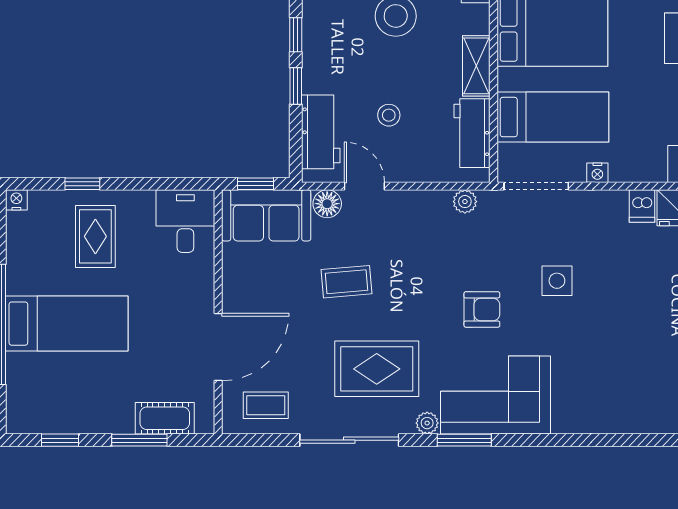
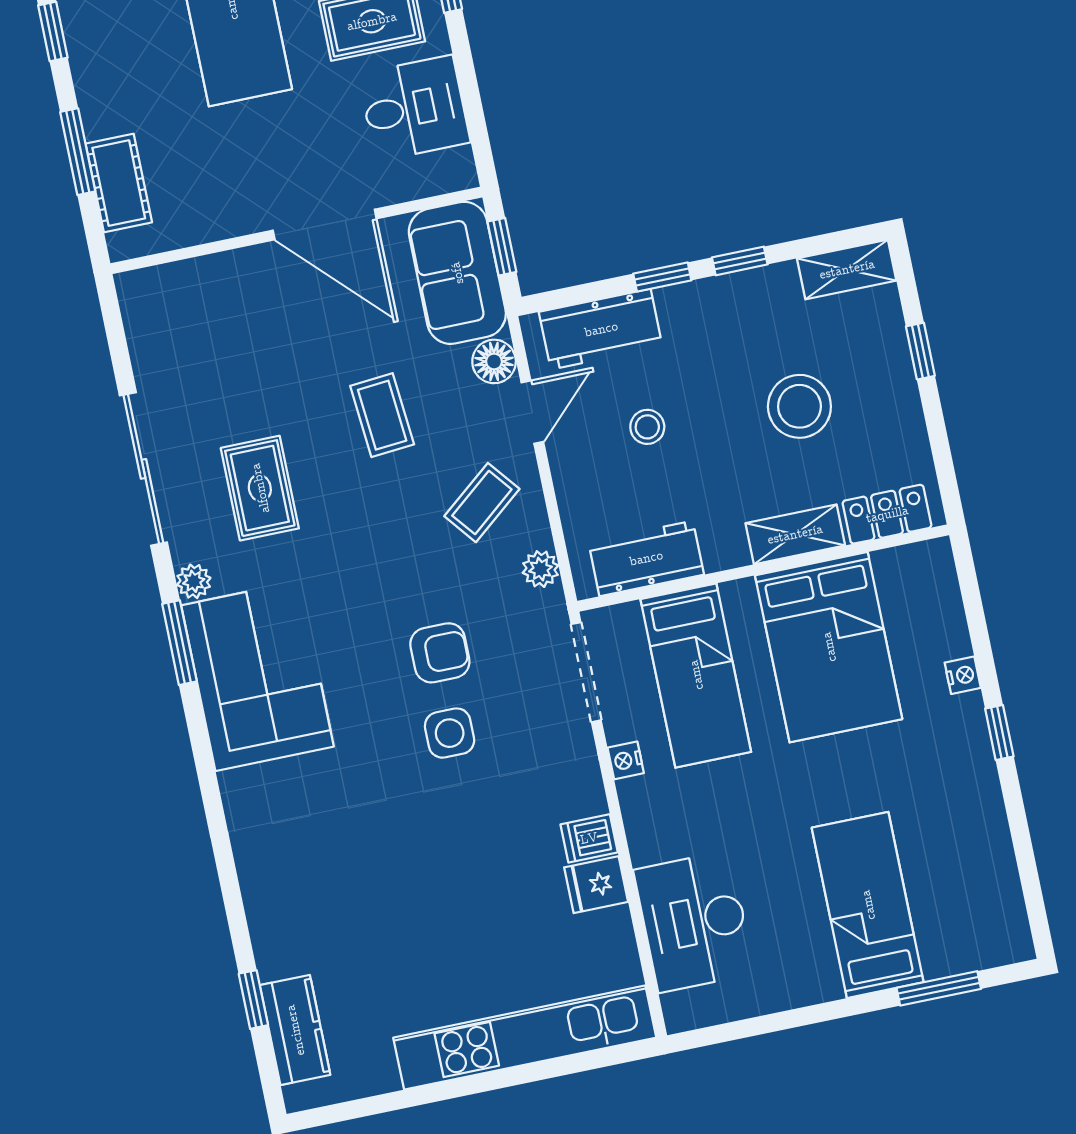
shelving: (476, 66) -> (795, 534), moved
desk: (185, 221) -> (414, 108), moved
armchair: (482, 309) -> (440, 653), moved, turned -90
door: (218, 347) -> (325, 225), moved
rug: (377, 369) -> (260, 488), width x0.73, depth x0.70
coffee table: (266, 405) -> (482, 503), moved, turned 51

